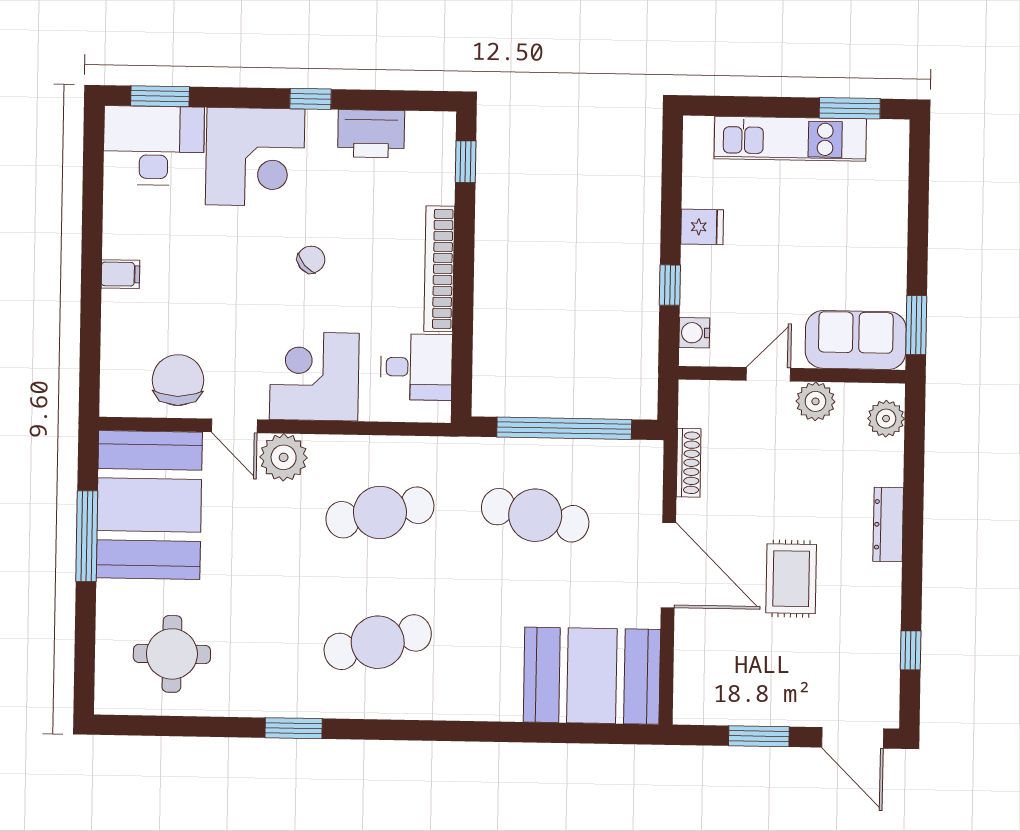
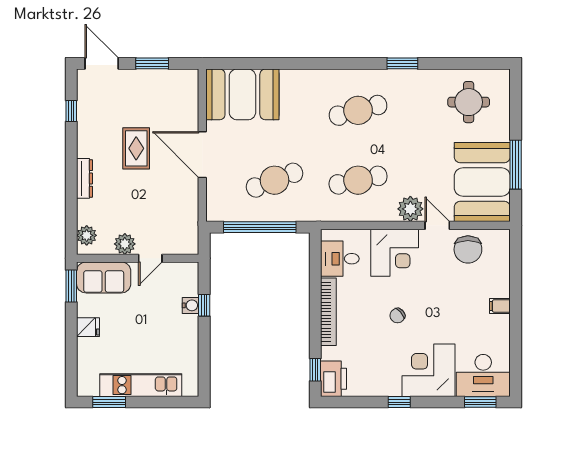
printer: (371, 134) -> (333, 379), moved, turned 90
fridge: (702, 227) -> (88, 327), moved, turned 180
water cooler: (694, 333) -> (191, 305), moved
shoe rack: (689, 463) -> (192, 210), removed
cafe table: (535, 515) -> (274, 180), turned -33

